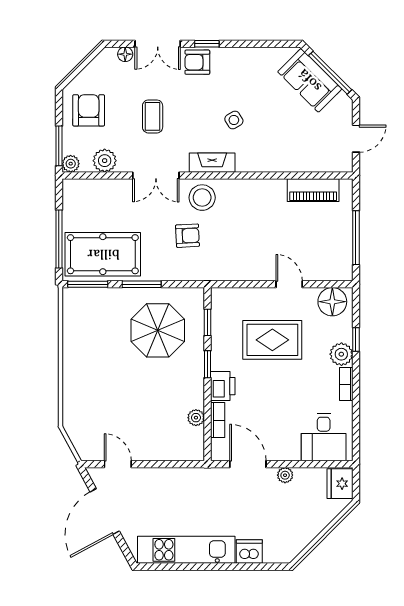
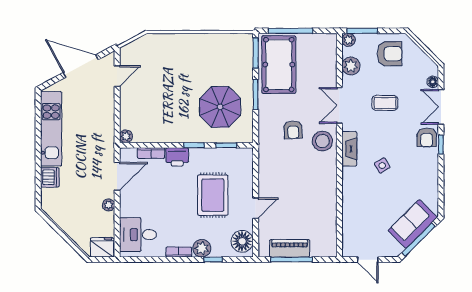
armchair: (197, 62) -> (427, 137), turned 180
piano: (313, 190) -> (290, 248), moved, turned 90
plant: (196, 418) -> (126, 136), moved

